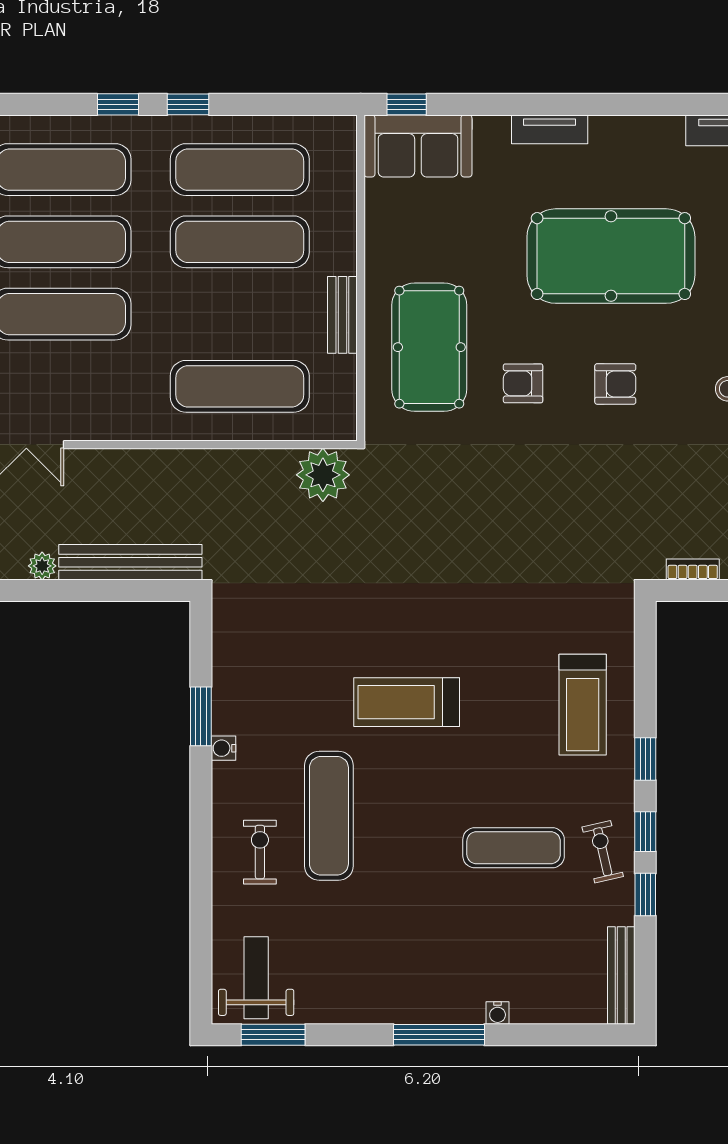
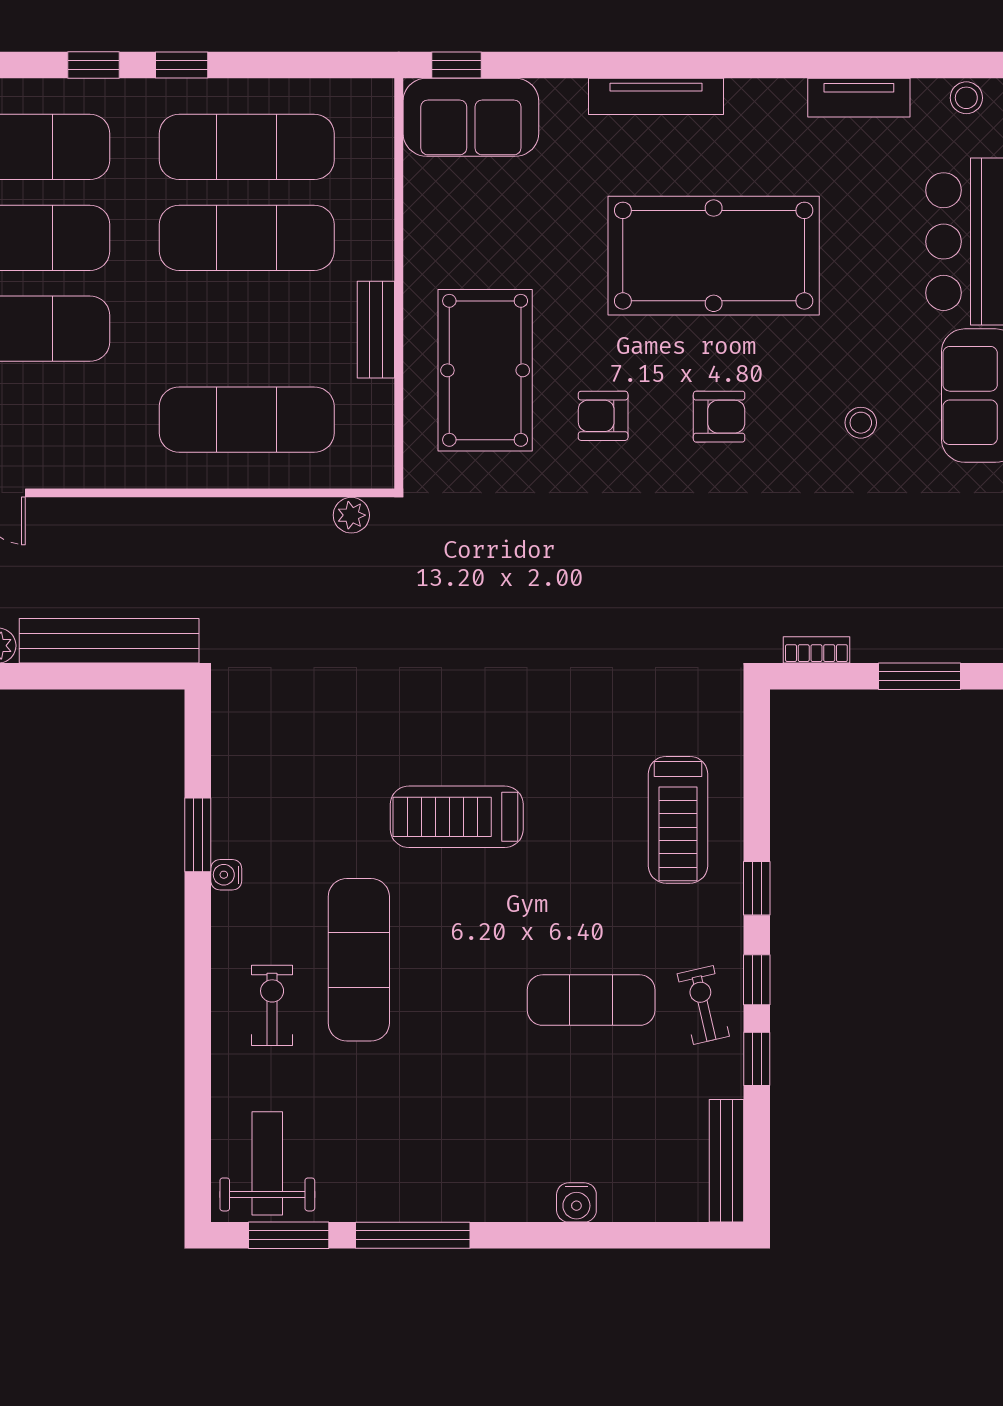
tv unit: (550, 129) -> (656, 96), width x1.41
plant: (323, 475) -> (351, 515), width x0.53, depth x0.53
water cooler: (498, 1013) -> (576, 1202), width x1.38, depth x1.38
window: (439, 1035) -> (413, 1235), moved

